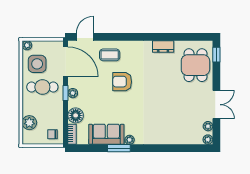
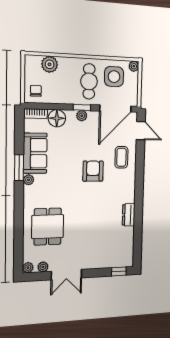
dining table: (195, 65) -> (48, 227), moved, turned 90

